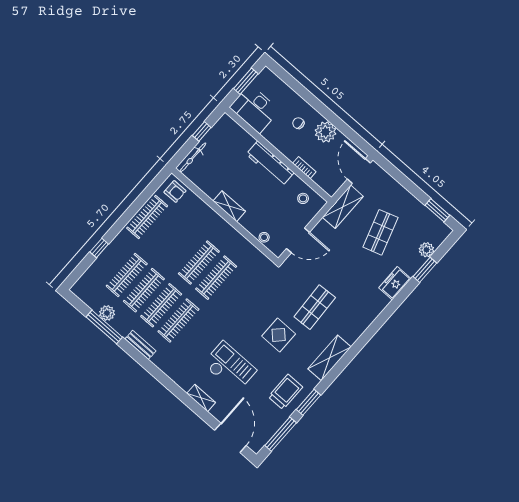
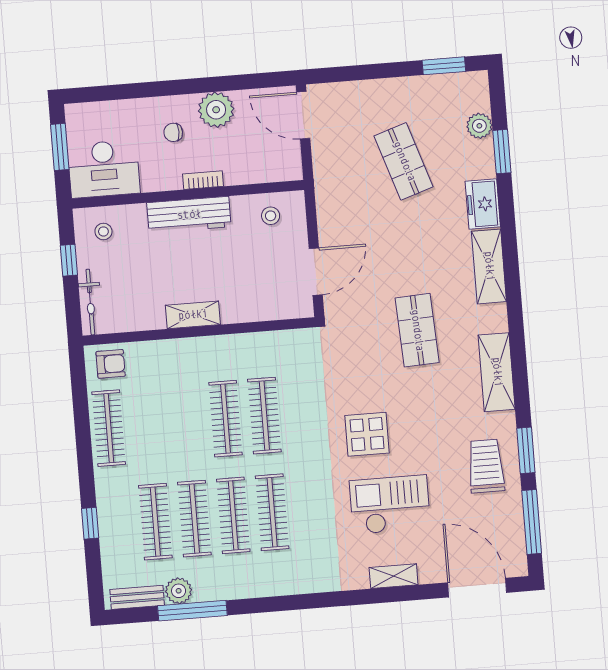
bookcase: (304, 168) -> (203, 180), moved
shelving: (343, 207) -> (489, 266), moved
stool: (264, 237) -> (103, 231), moved
display table: (279, 335) -> (367, 434), moved
bench: (140, 345) -> (137, 597), moved

